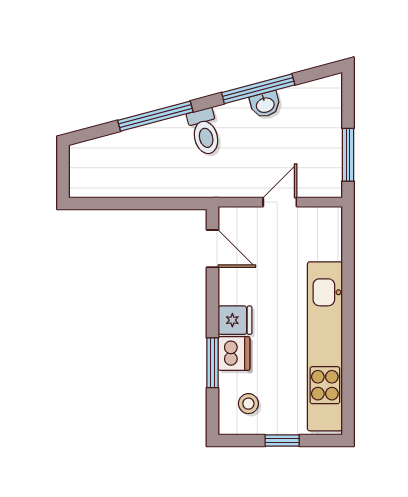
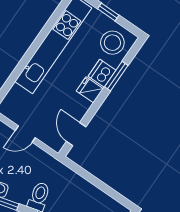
stool: (248, 404) -> (112, 43), width x1.89, depth x1.89

